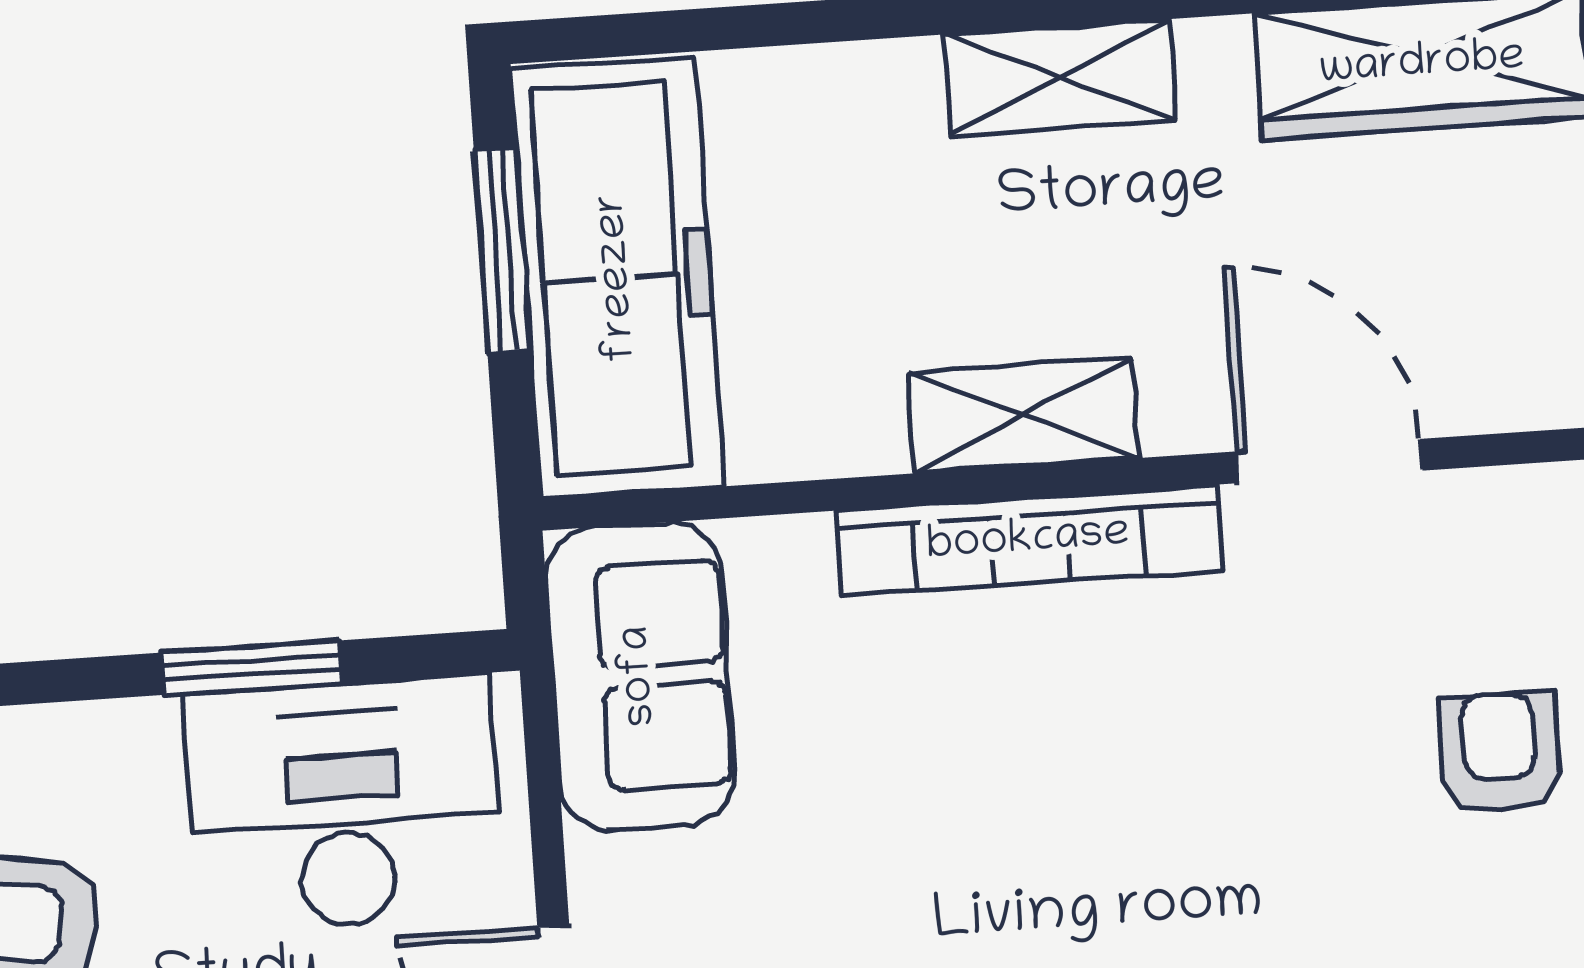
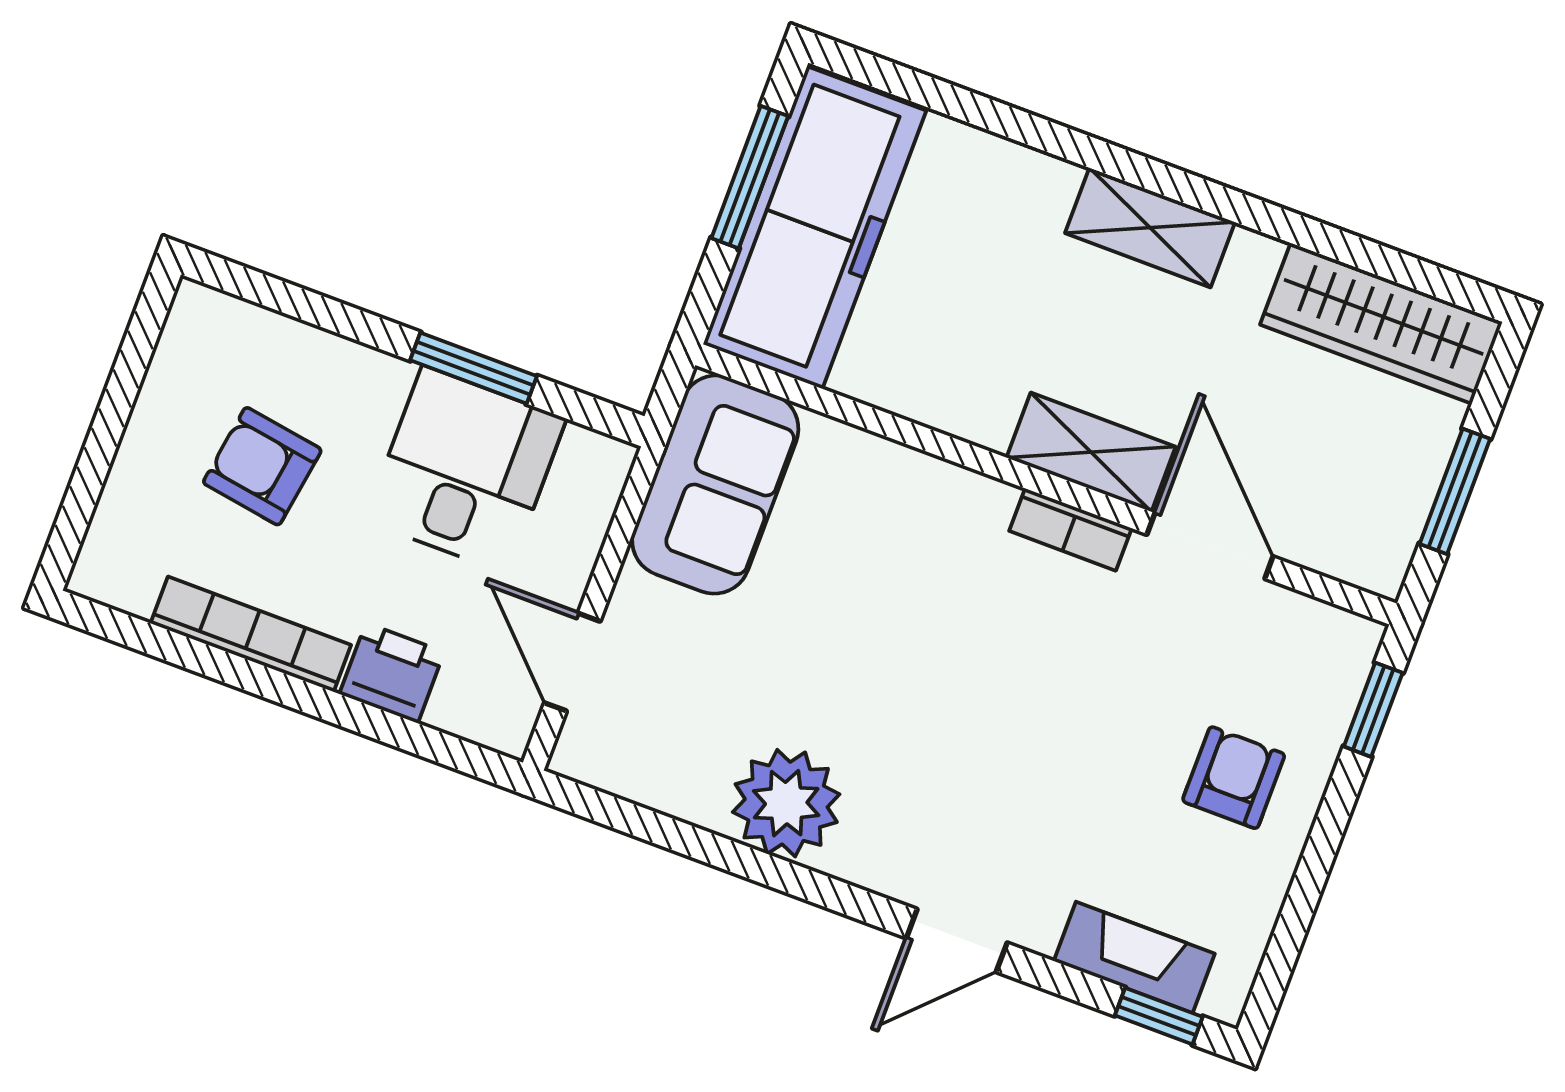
shelving: (1023, 415) -> (1091, 452), moved
bookcase: (1028, 541) -> (1070, 529), width x0.43, depth x0.76
desk: (343, 804) -> (465, 470), width x0.73

